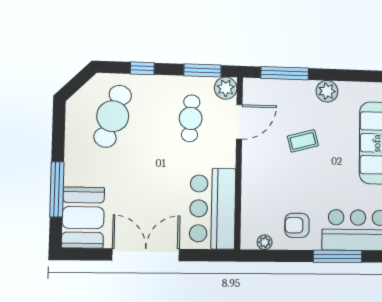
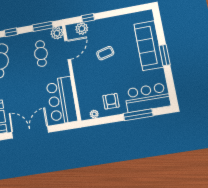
window: (285, 73) -> (88, 18), width x0.46
plant: (327, 91) -> (82, 29), moved
armchair: (297, 225) -> (111, 101), turned 90

